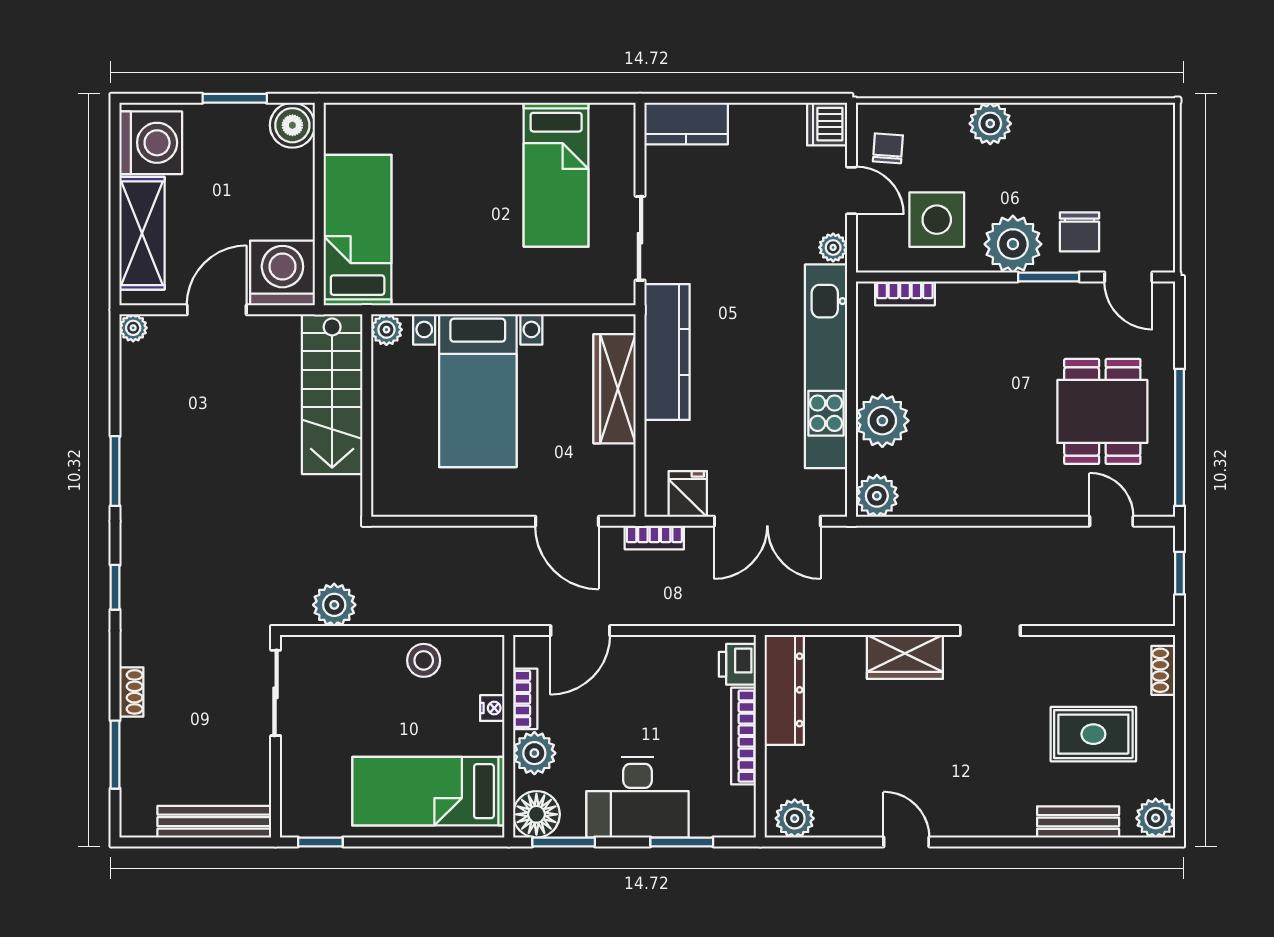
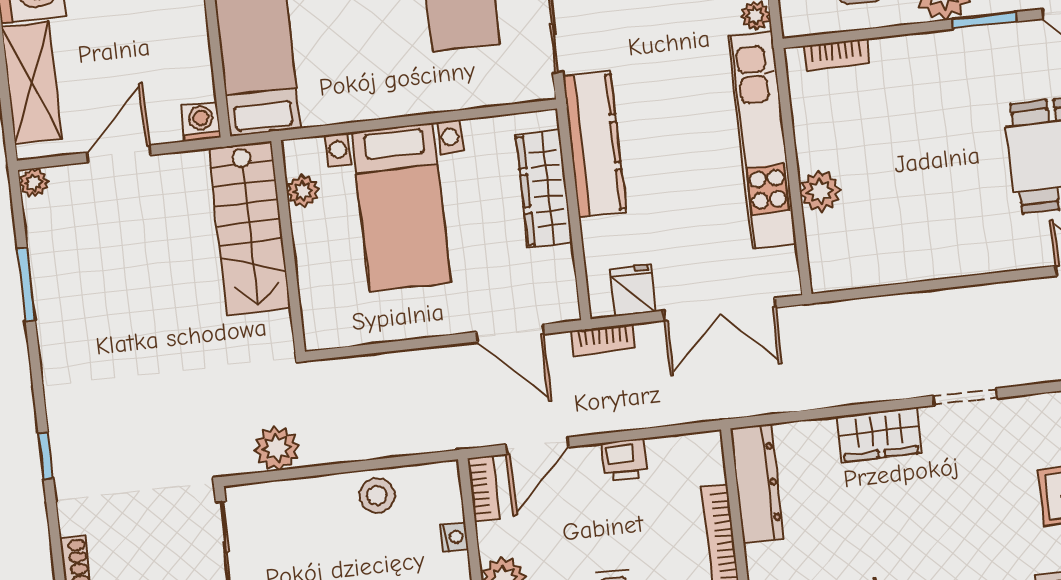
washing machine: (282, 273) -> (201, 122), width x0.53, depth x0.53
plant: (386, 330) -> (303, 191), moved
plant: (882, 421) -> (820, 191), width x0.73, depth x0.73
window: (115, 471) -> (26, 285), moved
plant: (877, 496) -> (831, 270), removed
printer: (737, 664) -> (625, 460), moved, turned -90
bookcase: (525, 699) -> (484, 488), moved

